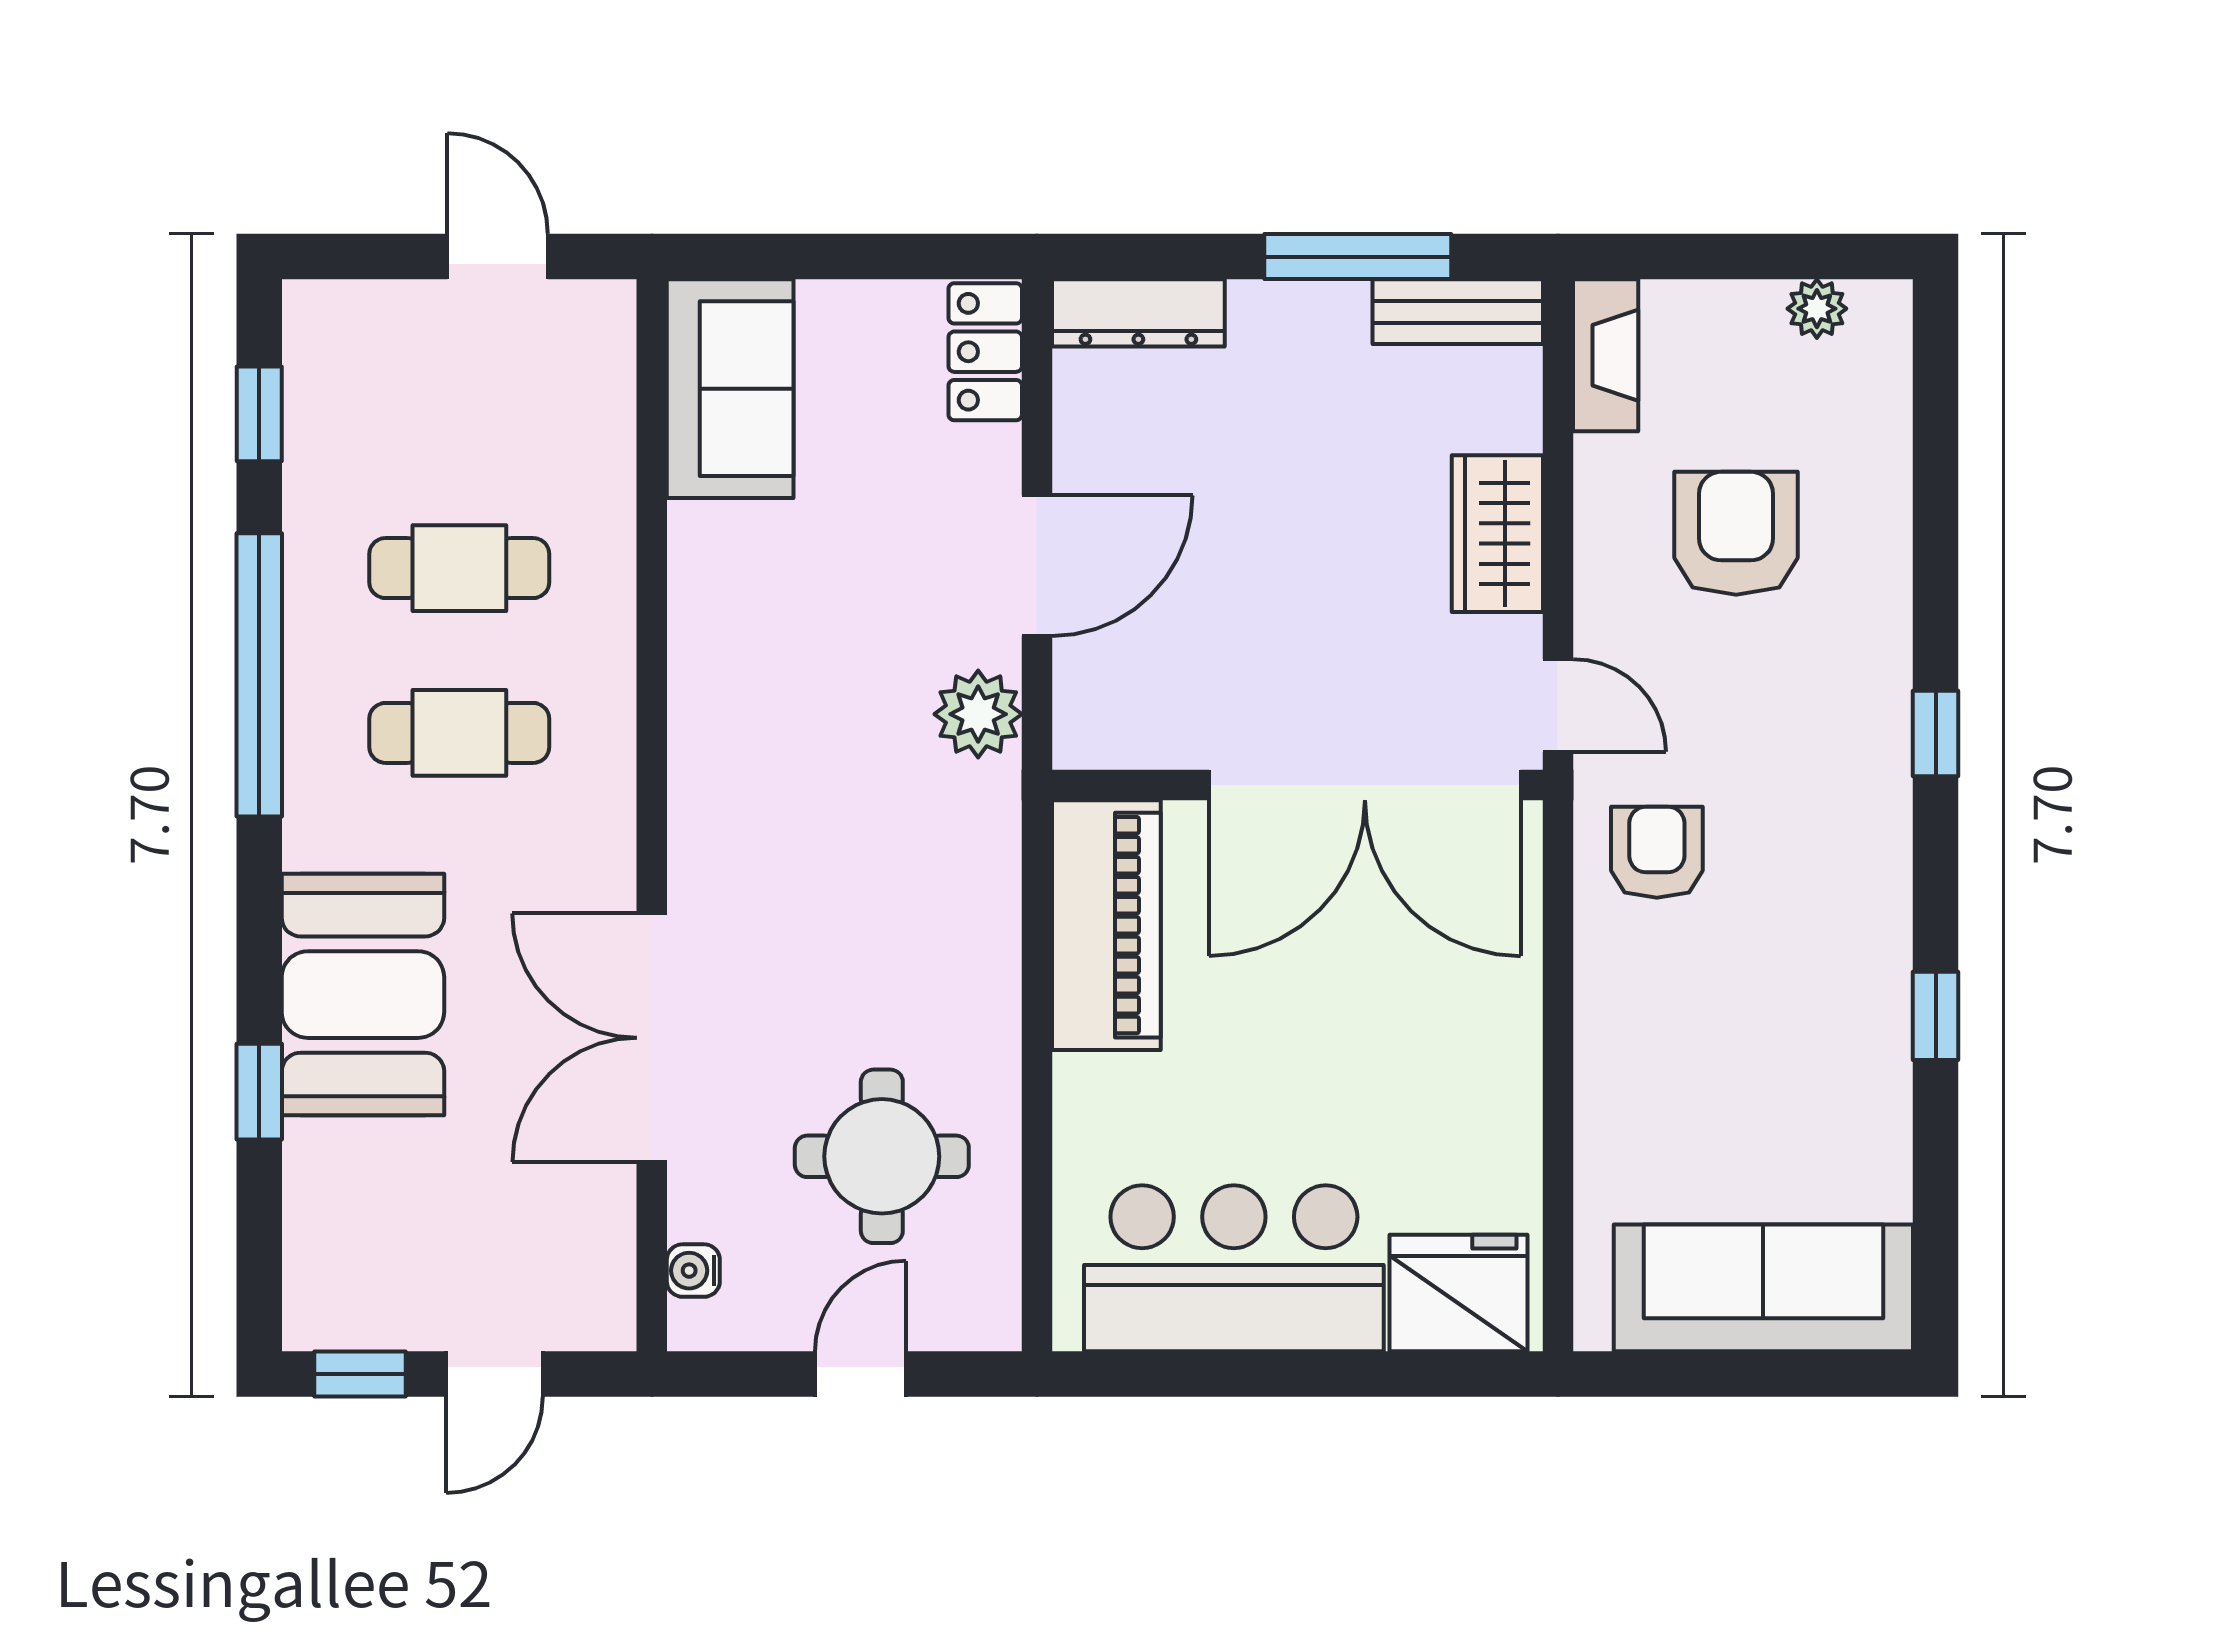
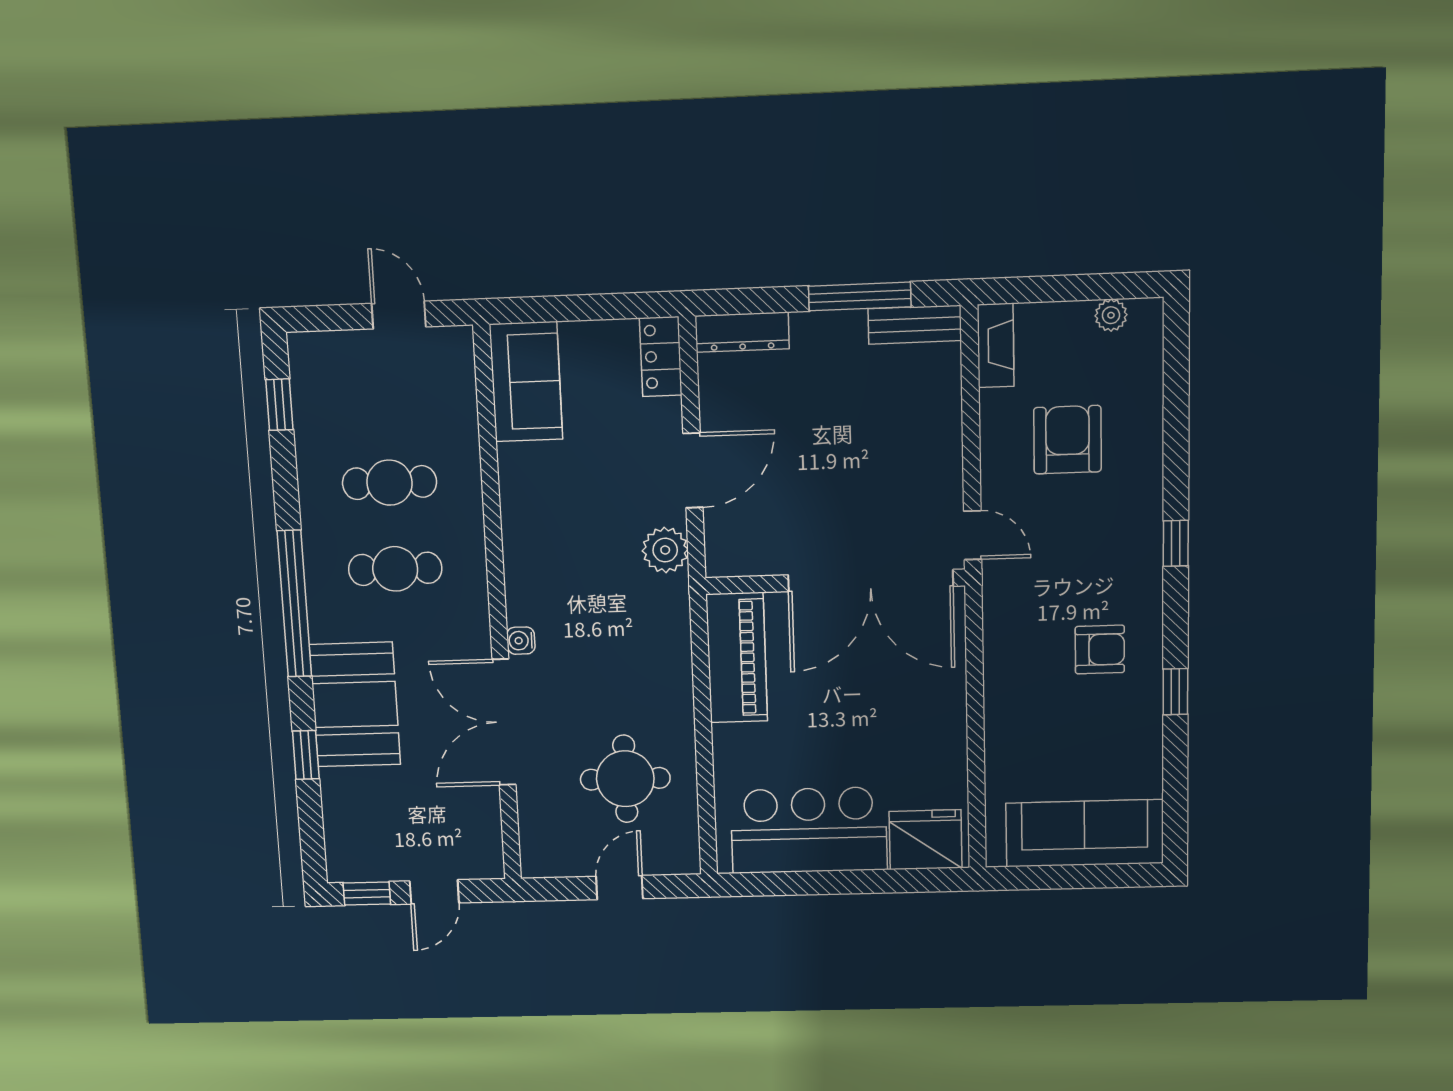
wardrobe: (1497, 534) -> (938, 444), removed
window: (259, 675) -> (294, 604), moved
armchair: (1657, 852) -> (1100, 650), moved, turned 90
water cooler: (693, 1271) -> (521, 641), moved

